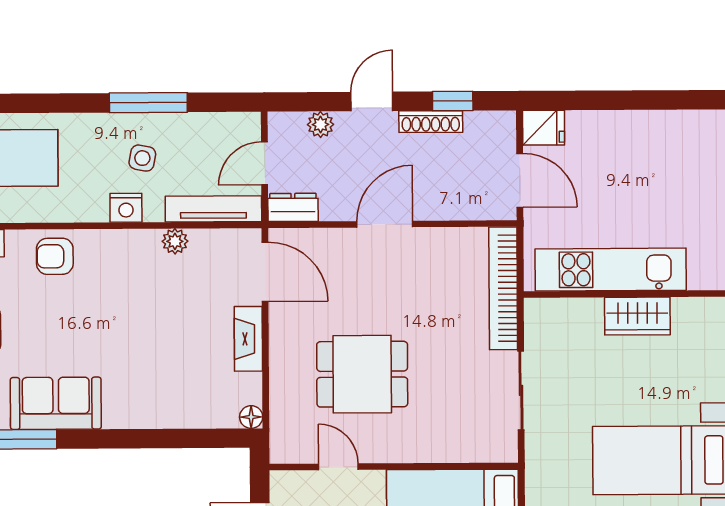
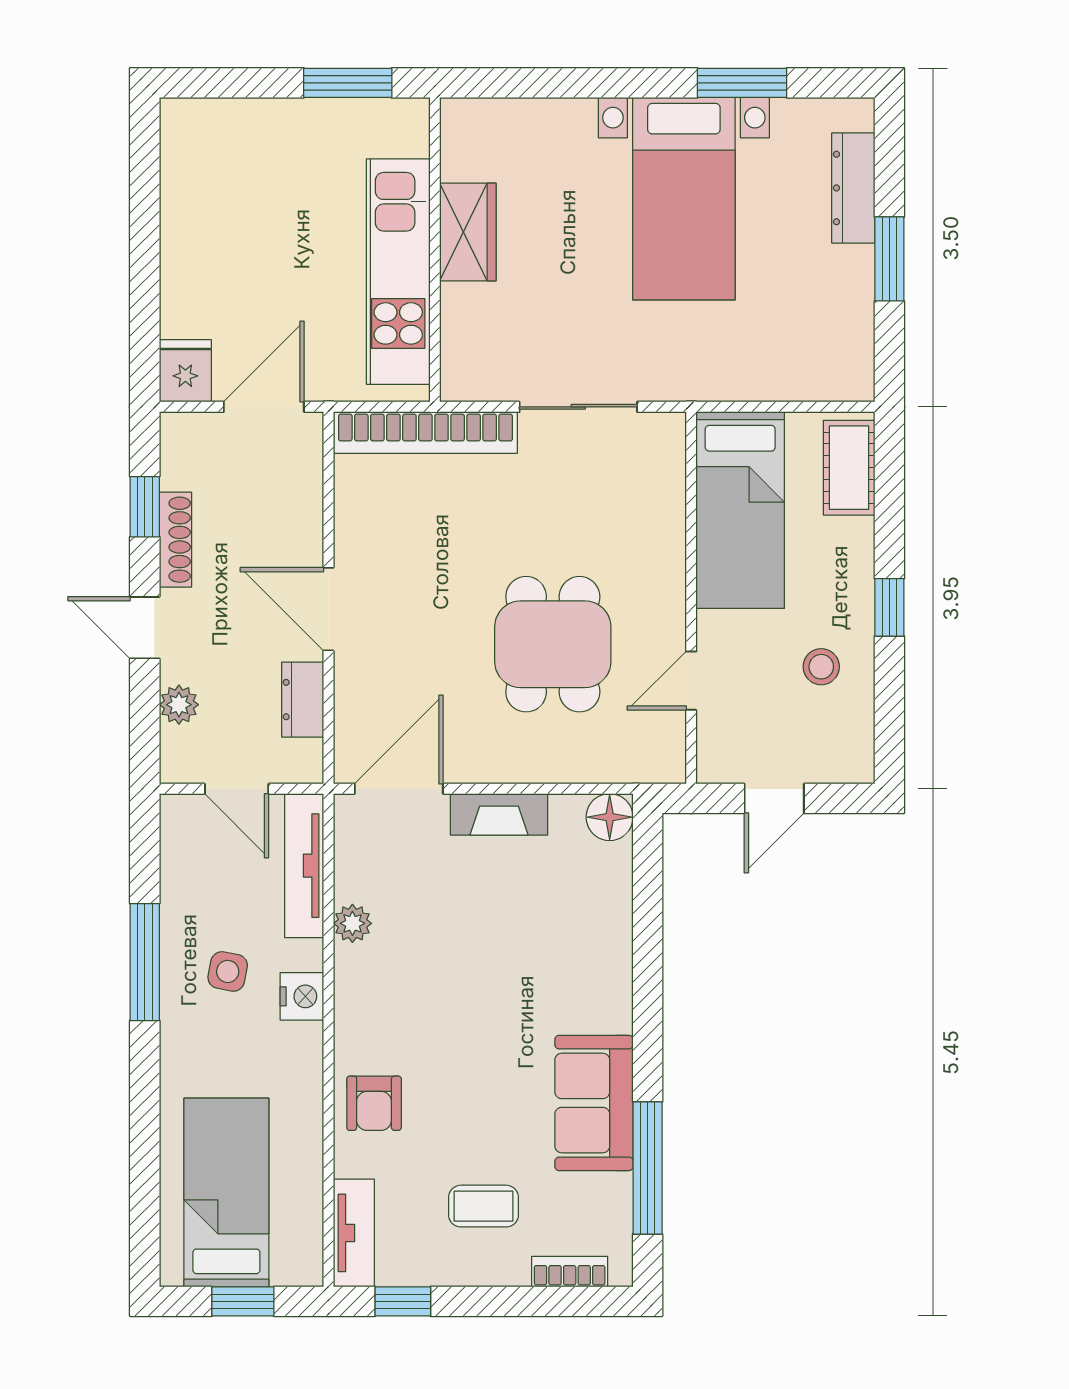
dresser: (293, 207) -> (303, 700), moved
floor lamp: (251, 417) -> (610, 817), width x1.37, depth x1.37

